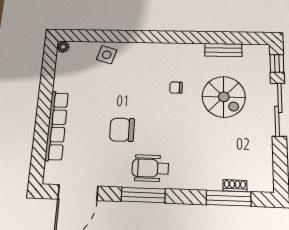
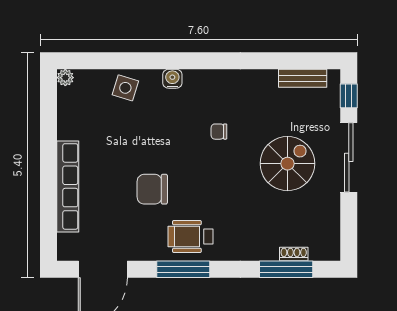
water cooler: (142, 49) -> (172, 79), added
bench: (223, 50) -> (303, 78), moved
spiral stairs: (224, 97) -> (287, 164), moved, turned -90

